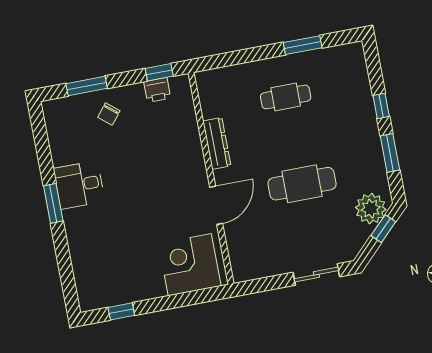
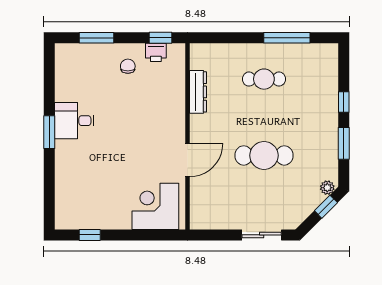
window: (303, 45) -> (287, 38), width x1.44
chair: (109, 114) -> (128, 66), moved, turned 141
dresser: (217, 143) -> (198, 92), moved
plant: (371, 209) -> (327, 188), width x0.53, depth x0.53

